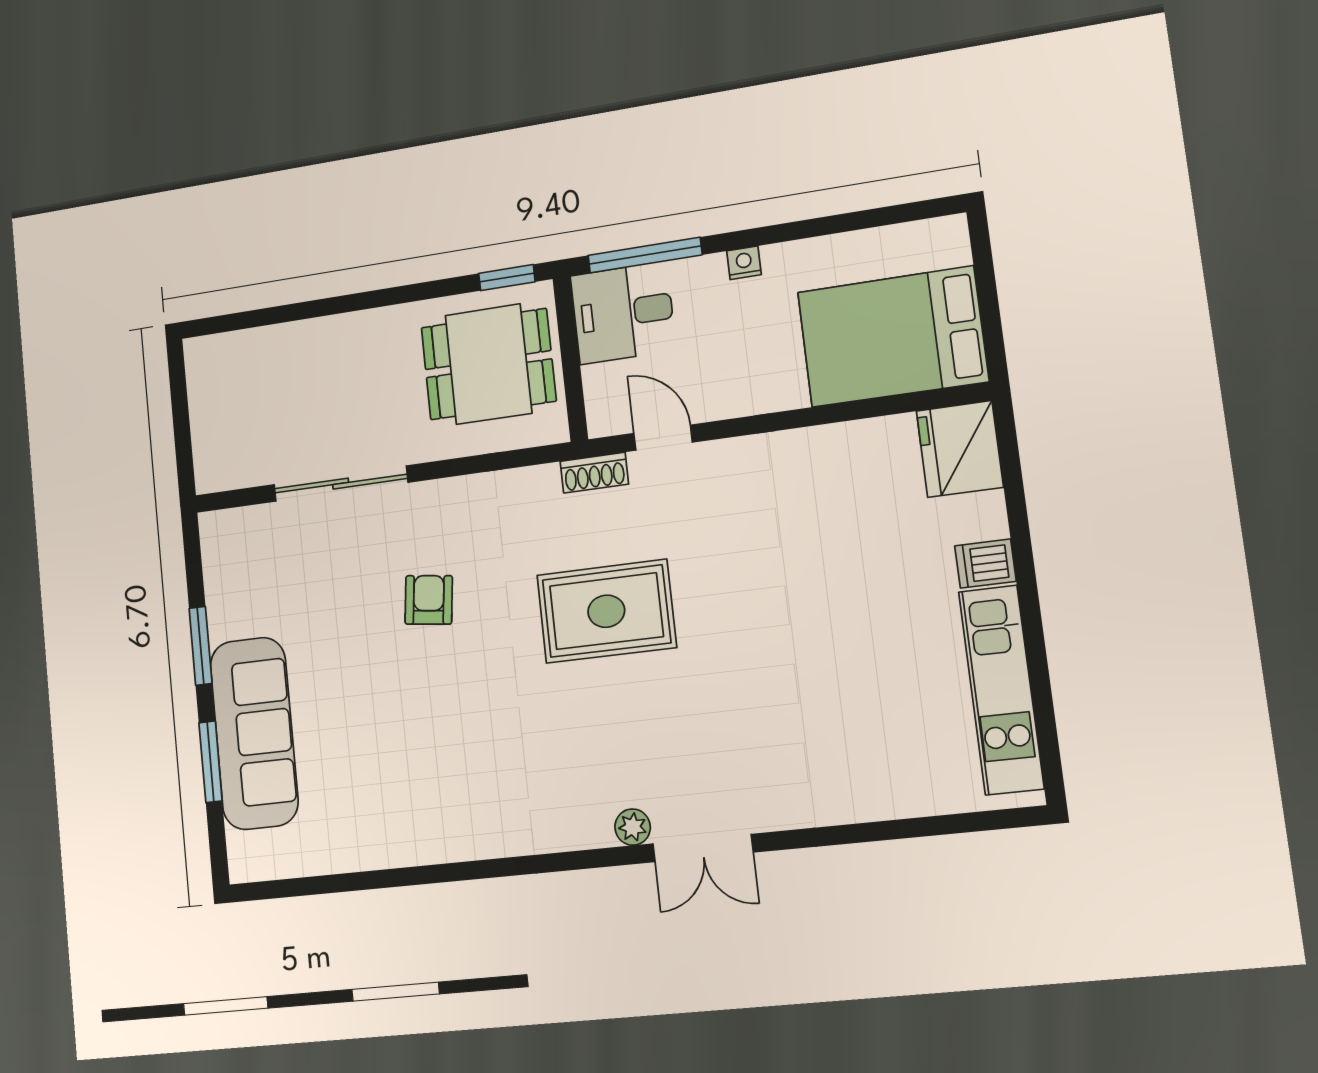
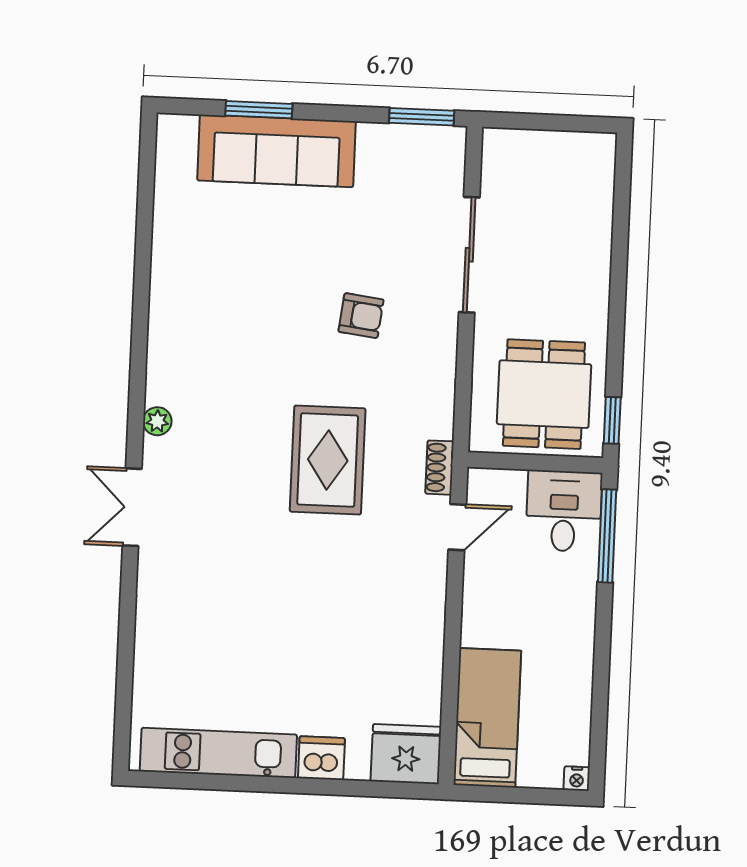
nightstand: (744, 263) -> (577, 779), moved, turned 90
bed: (892, 337) -> (487, 718), width x0.67
dishwasher: (985, 564) -> (321, 758), width x1.38
window: (201, 646) -> (422, 117), moved
plant: (633, 827) -> (157, 421), moved

